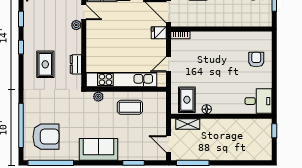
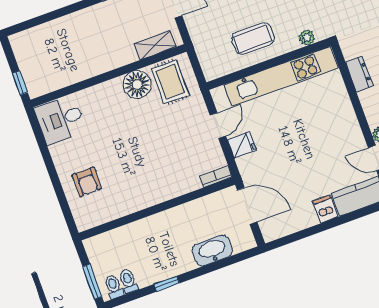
fridge: (159, 33) -> (242, 145), moved
floor lamp: (207, 109) -> (137, 85), width x1.89, depth x1.89

